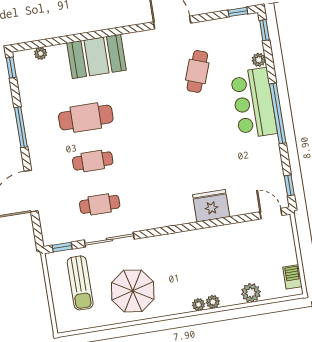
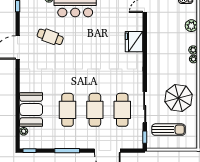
booth: (97, 56) -> (31, 110), moved
cafe table: (93, 161) -> (95, 110), width x1.37, depth x1.35
cafe table: (100, 204) -> (122, 110), width x1.37, depth x1.35

